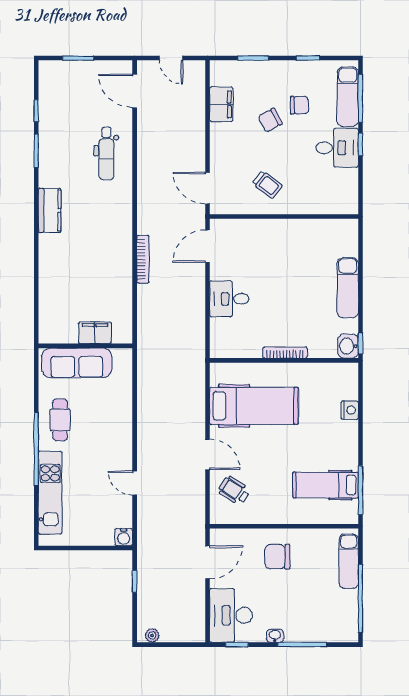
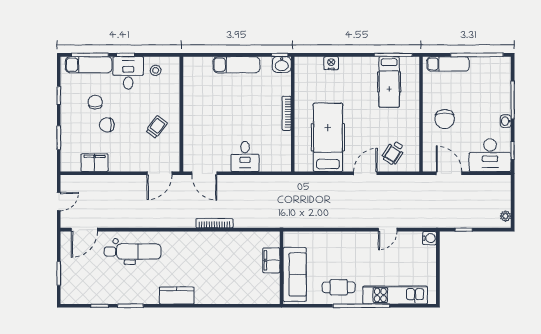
chair: (270, 120) -> (107, 125), turned 119
dental chair: (106, 153) -> (133, 252), width x1.36, depth x1.38
stool: (340, 183) -> (156, 70), added

